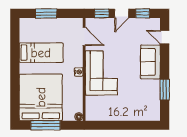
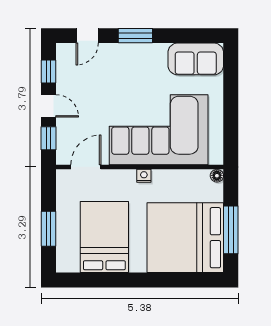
bed: (41, 53) -> (104, 237), width x1.50
sofa: (150, 62) -> (196, 59), moved
corner sofa: (101, 73) -> (159, 130), width x1.36, depth x1.36
window: (165, 90) -> (135, 36), moved

